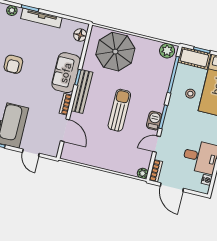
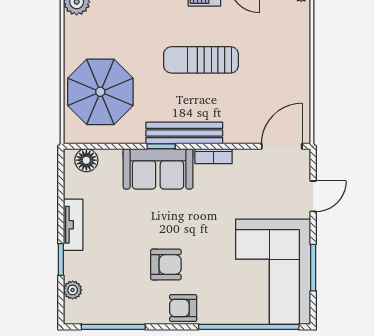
tv unit: (41, 18) -> (73, 225), width x0.71
door: (65, 130) -> (282, 146), moved

